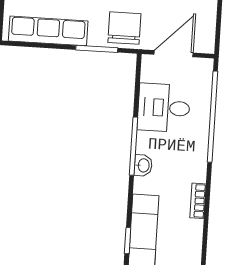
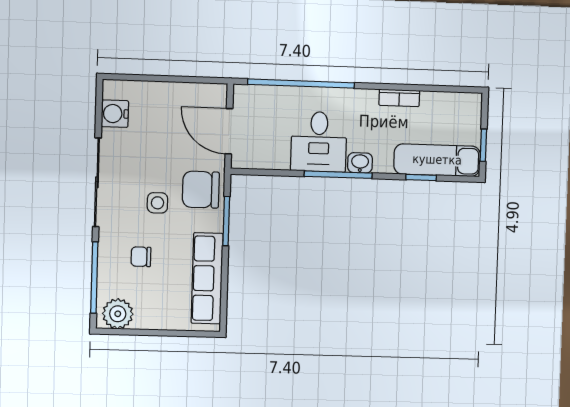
desk: (164, 108) -> (319, 142), moved
window: (128, 241) -> (421, 177), moved

